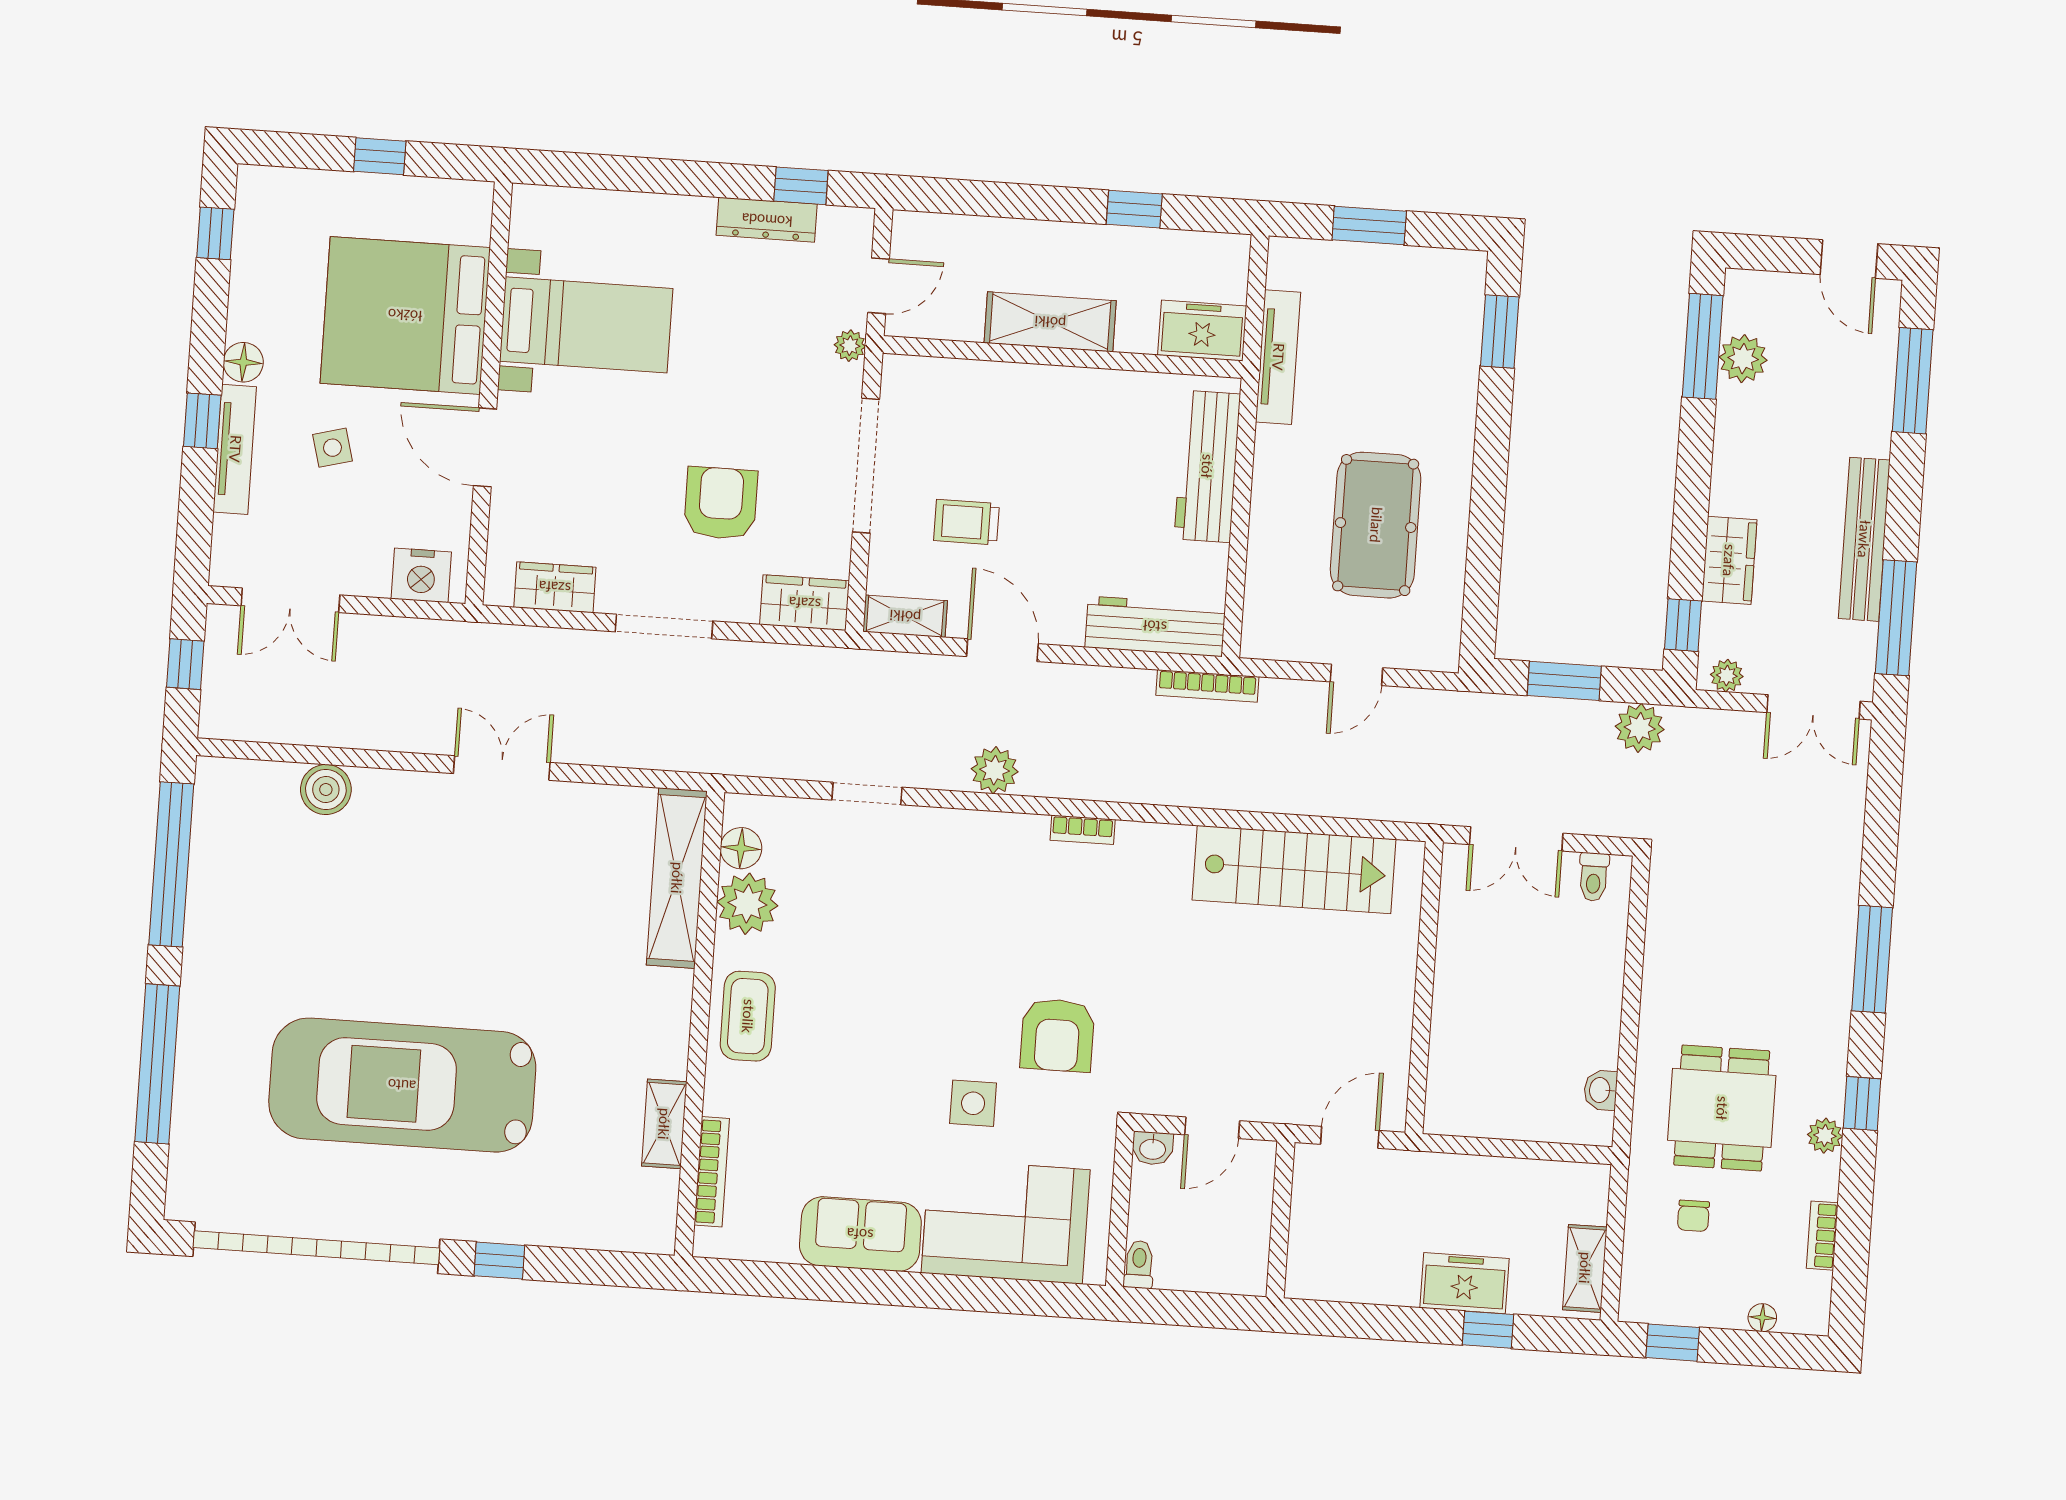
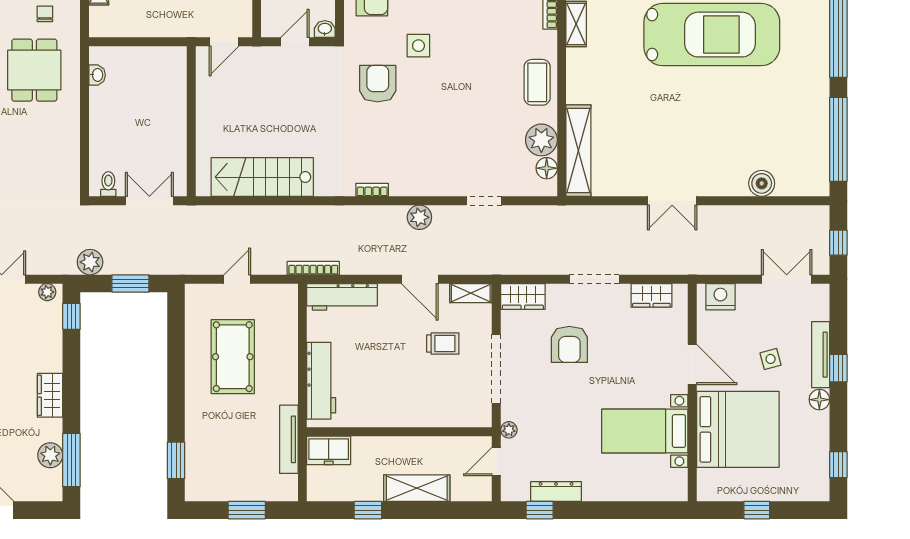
shelving: (1050, 322) -> (417, 488), moved
wardrobe: (1729, 560) -> (50, 395), moved

